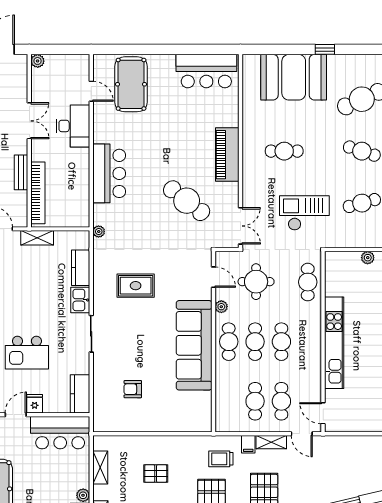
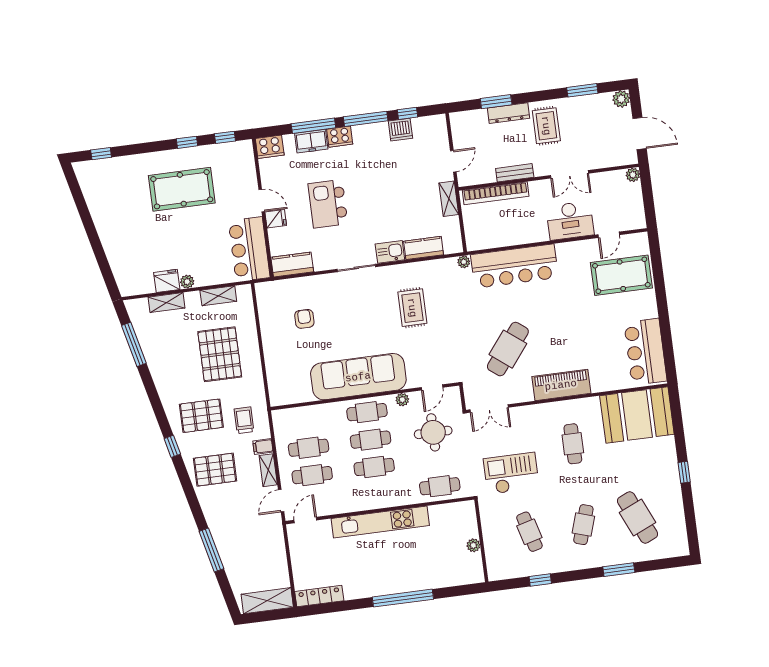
booth: (294, 77) -> (637, 415), moved, turned 90
bar counter: (109, 173) -> (514, 266), width x1.36
checkout: (304, 213) -> (511, 473), turned -90
pallet: (156, 474) -> (220, 354), width x2.05, depth x2.00

